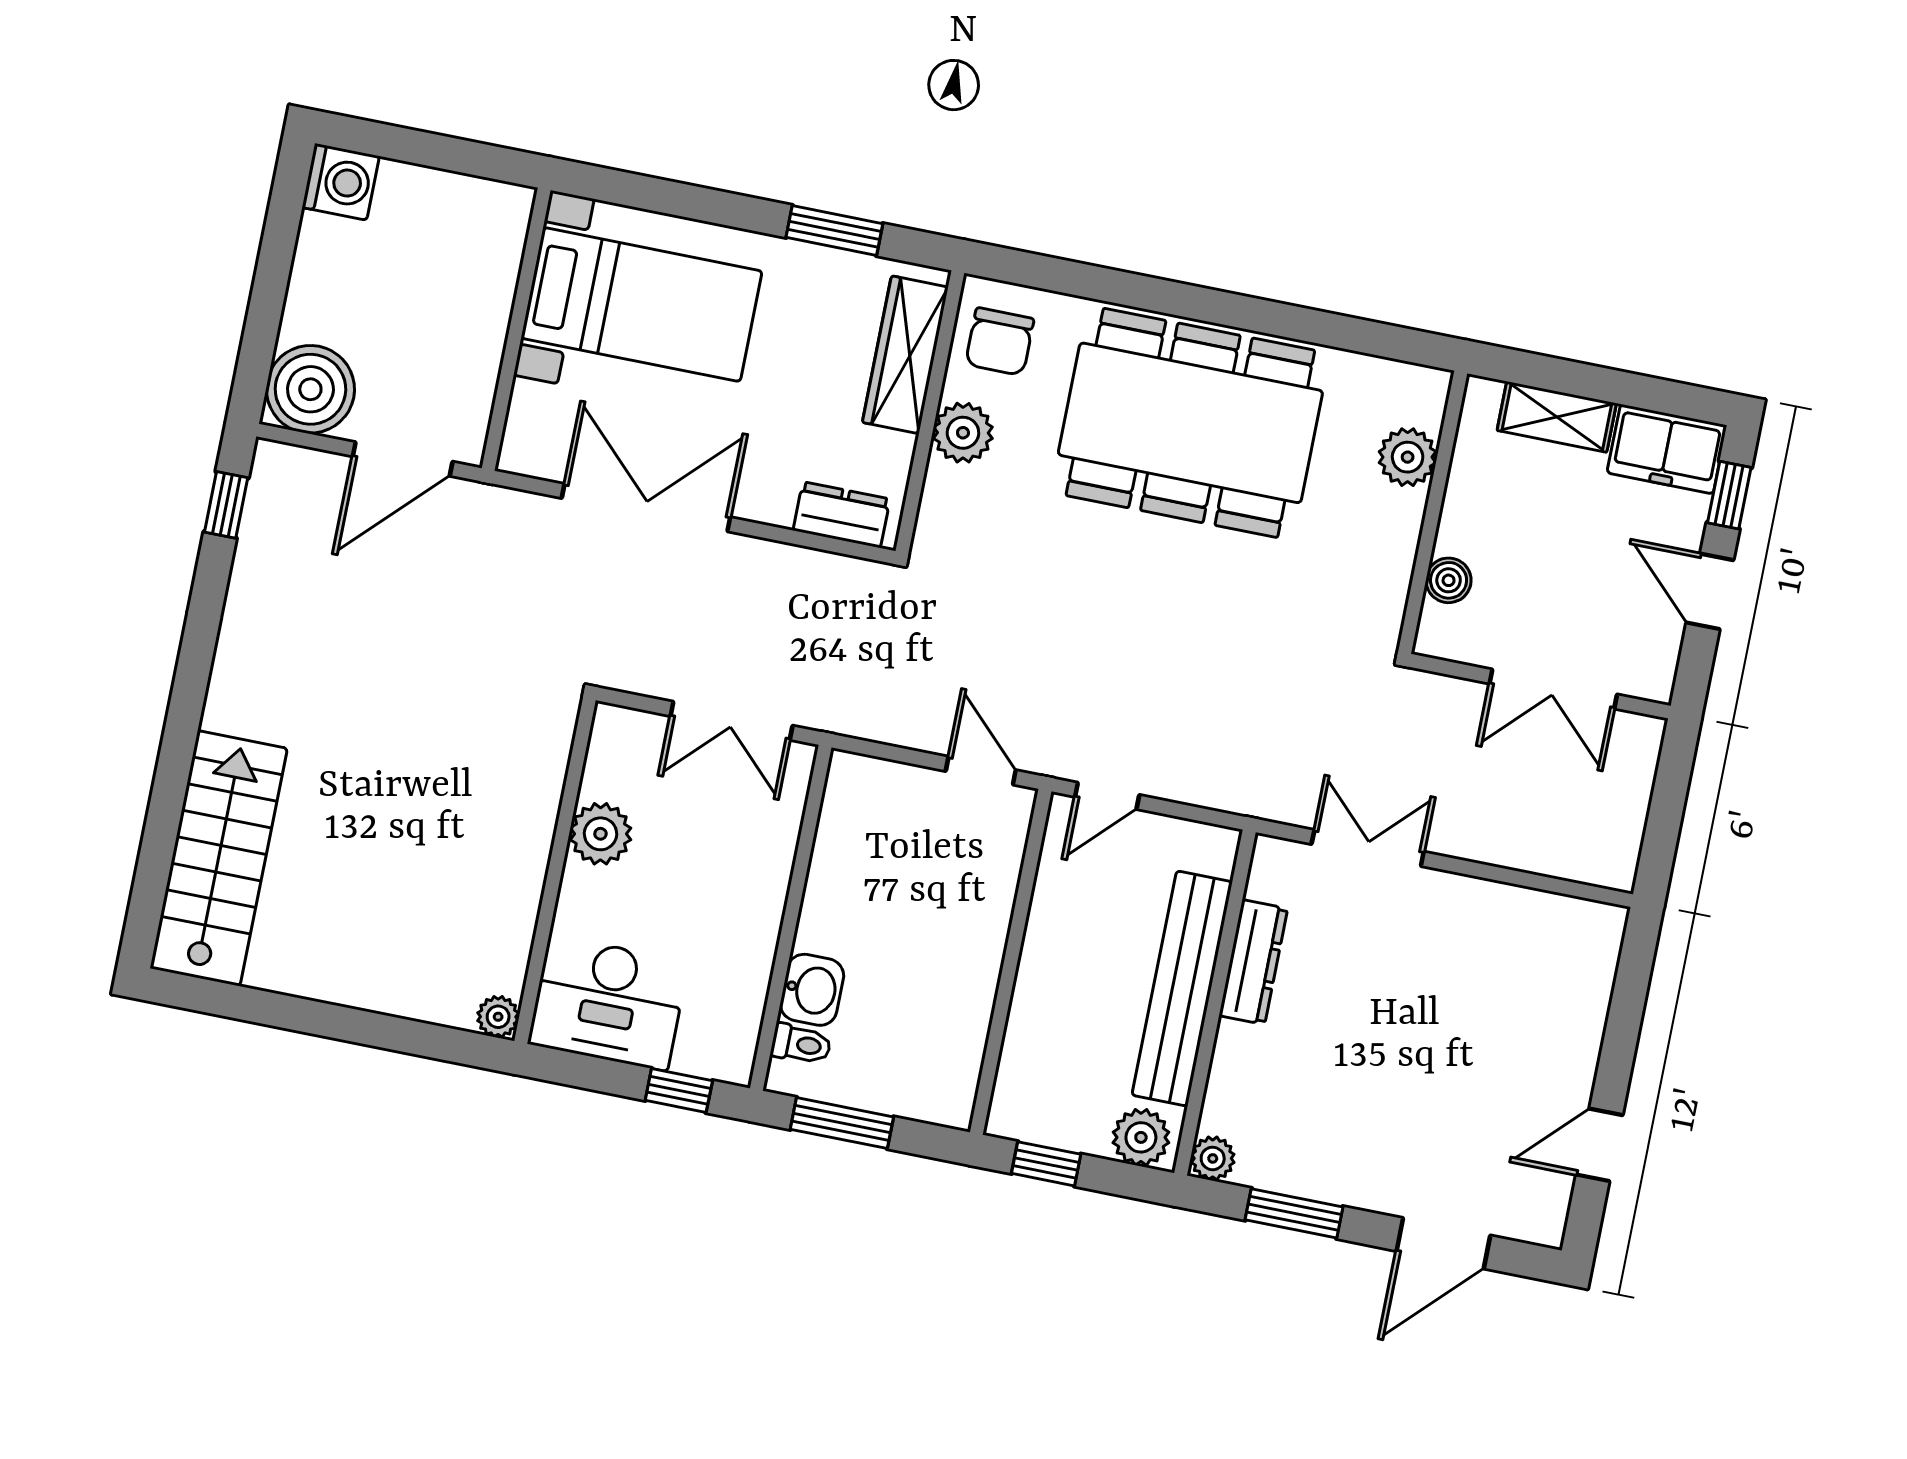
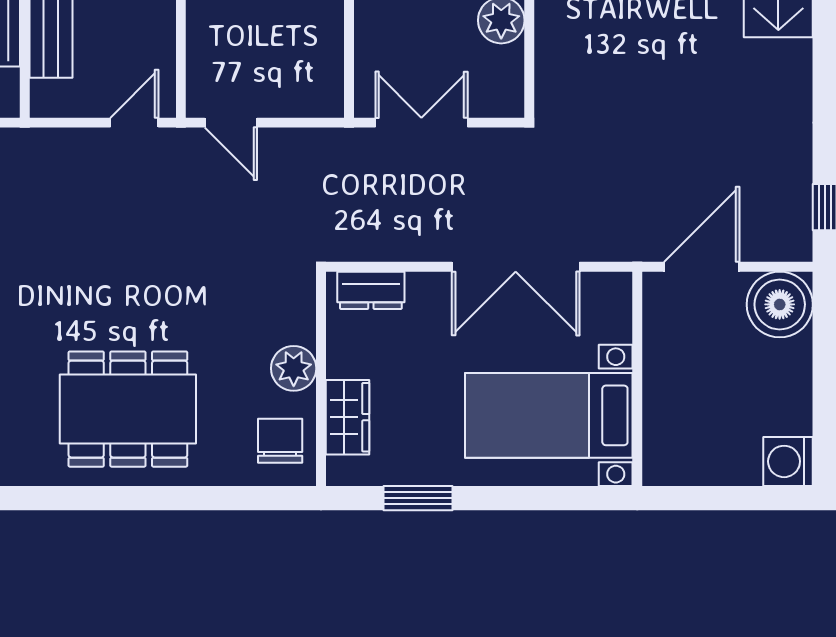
wardrobe: (905, 355) -> (348, 417), width x0.67
dining table: (1190, 423) -> (128, 409), width x0.73, depth x0.80

